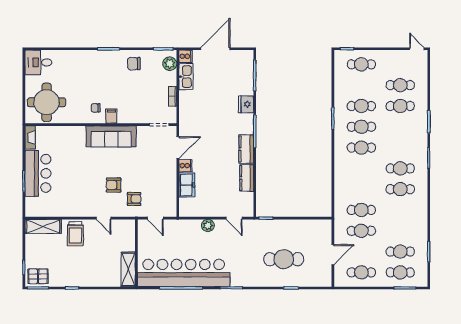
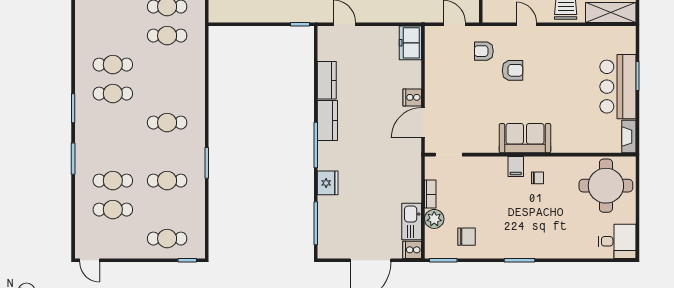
chair: (134, 64) -> (466, 237), moved
plant: (170, 64) -> (434, 219), moved
cafe table: (361, 127) -> (167, 152), removed
sofa: (111, 136) -> (525, 138), width x0.73
freezer: (187, 185) -> (410, 43), moved
plant: (208, 226) -> (381, 14), removed

